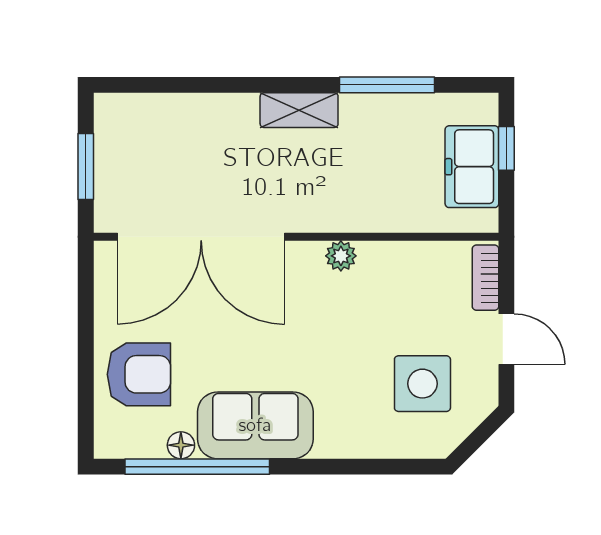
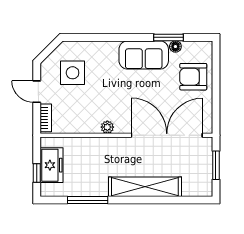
shelving: (299, 110) -> (145, 187), width x2.20, depth x1.33
window: (197, 467) -> (168, 37), width x0.47

